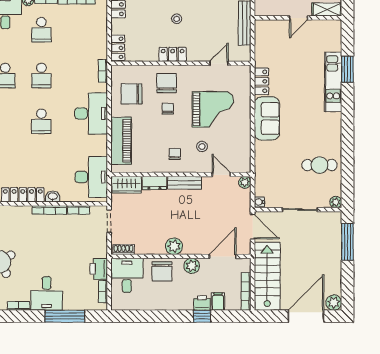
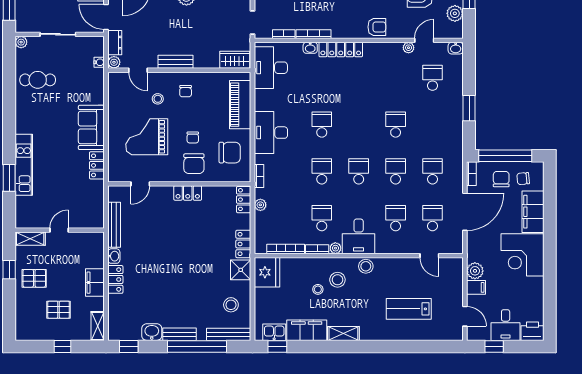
stool: (177, 19) -> (184, 229), removed
plant: (102, 43) -> (260, 205), added
dresser: (154, 183) -> (115, 43), moved, turned 90
water cooler: (259, 202) -> (99, 62), moved

